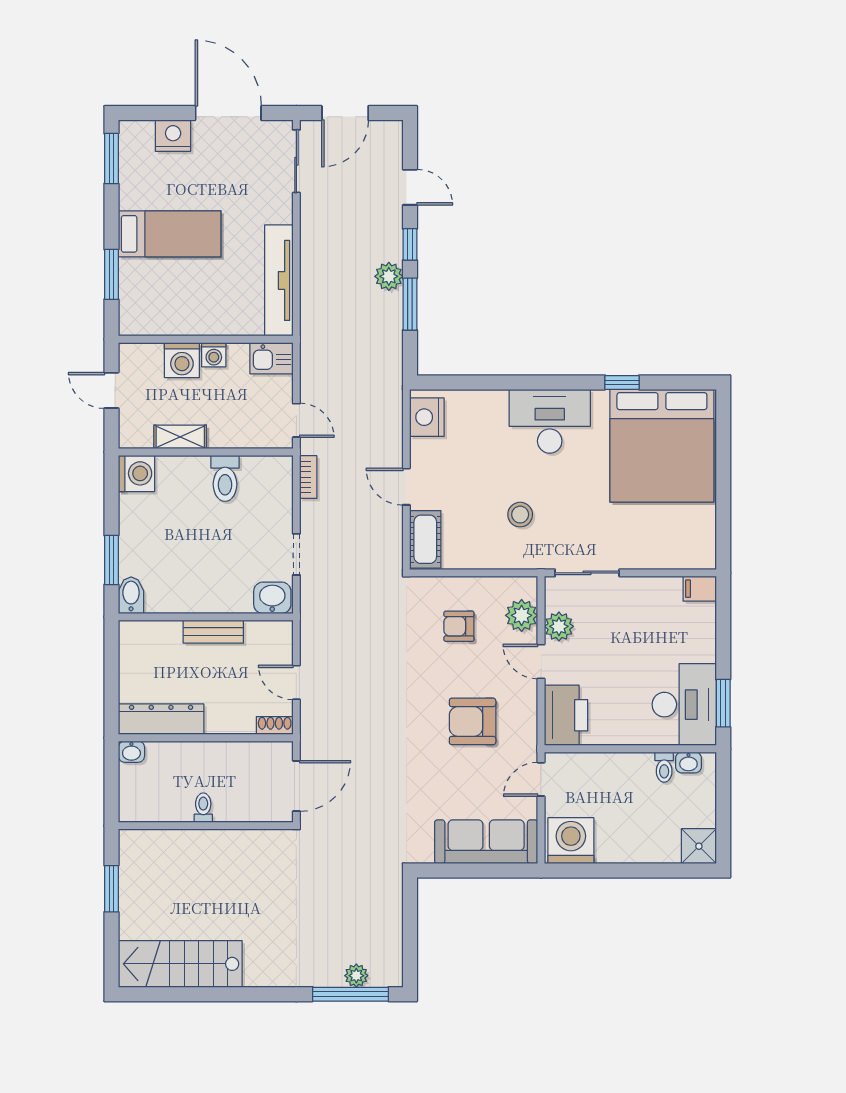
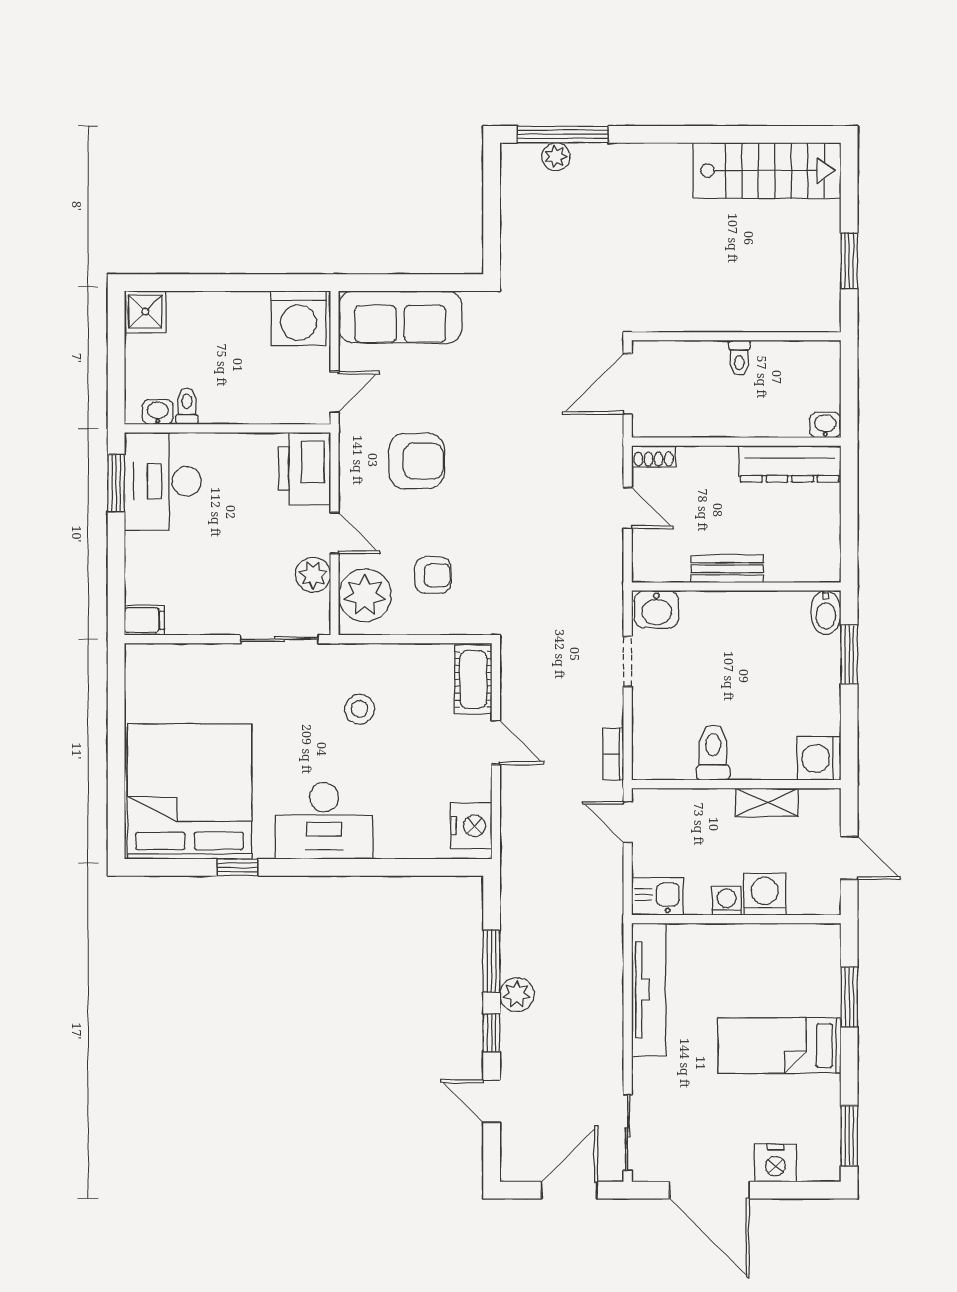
plant: (522, 615) -> (365, 595), width x1.36, depth x1.36

